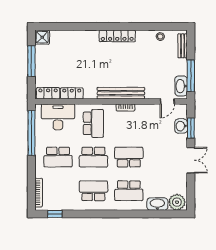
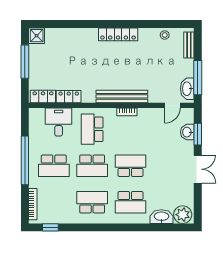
desk: (58, 117) -> (59, 122), width x0.73
school desk: (93, 123) -> (92, 129), turned 180
window: (31, 133) -> (25, 160), moved

